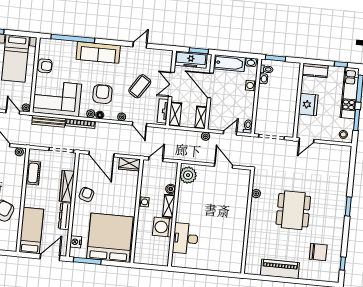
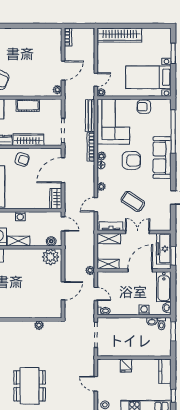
armchair: (45, 66) -> (144, 107), turned 90
armchair: (102, 94) -> (131, 160), moved
fridge: (308, 105) -> (126, 366), width x0.53, depth x0.75
door: (306, 140) -> (96, 384), moved
cot: (33, 173) -> (28, 105), moved
boiler: (171, 189) -> (51, 241), moved
dining table: (293, 210) -> (30, 386), moved, turned 90

